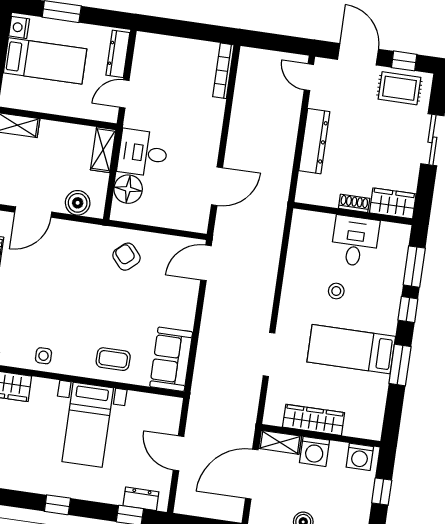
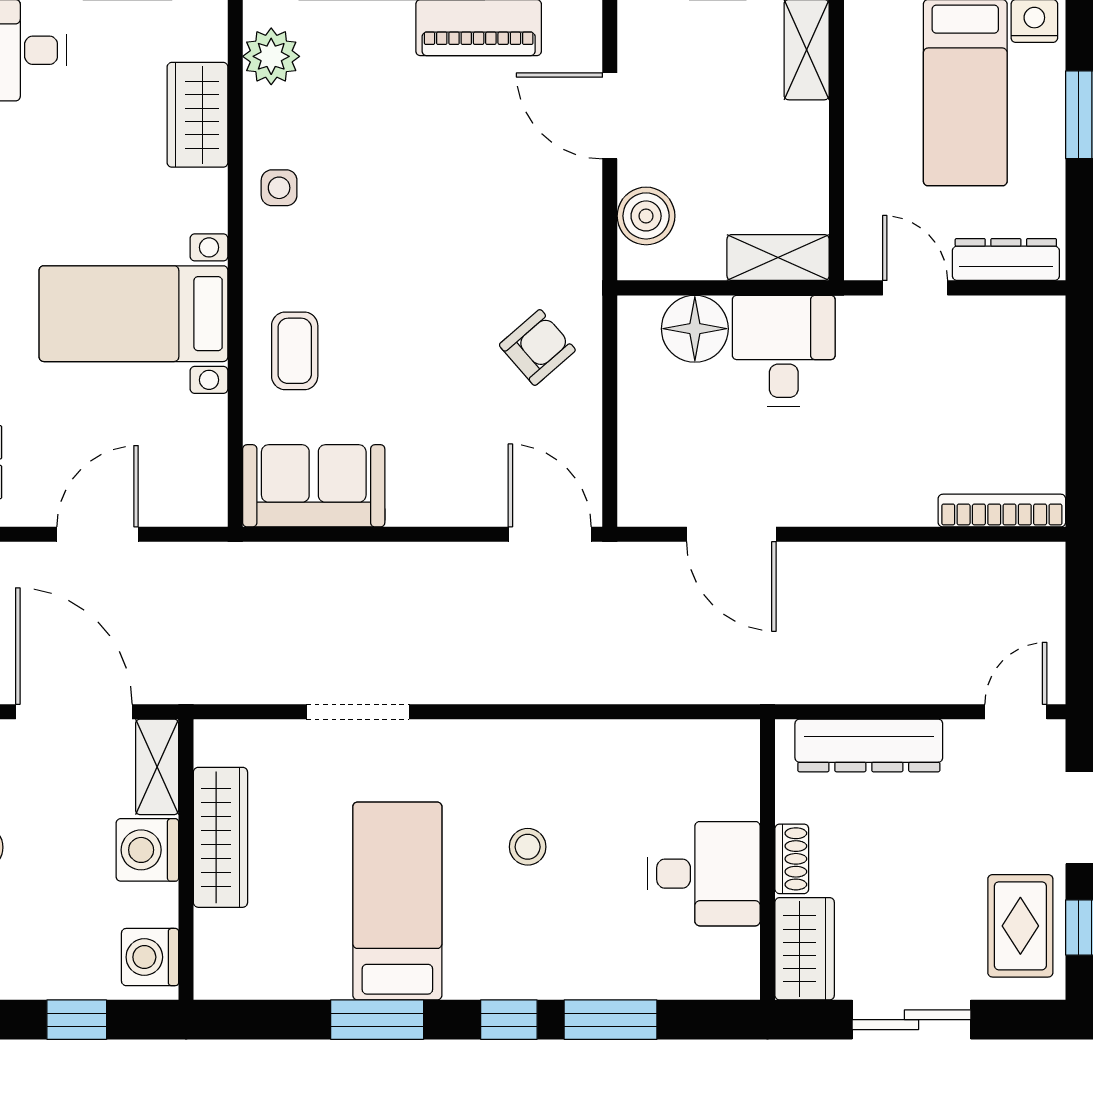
shoe rack: (354, 203) -> (792, 859), moved
wardrobe: (393, 203) -> (805, 949), moved
wall: (353, 214) -> (768, 859), moved
desk: (355, 241) -> (704, 874), moved

